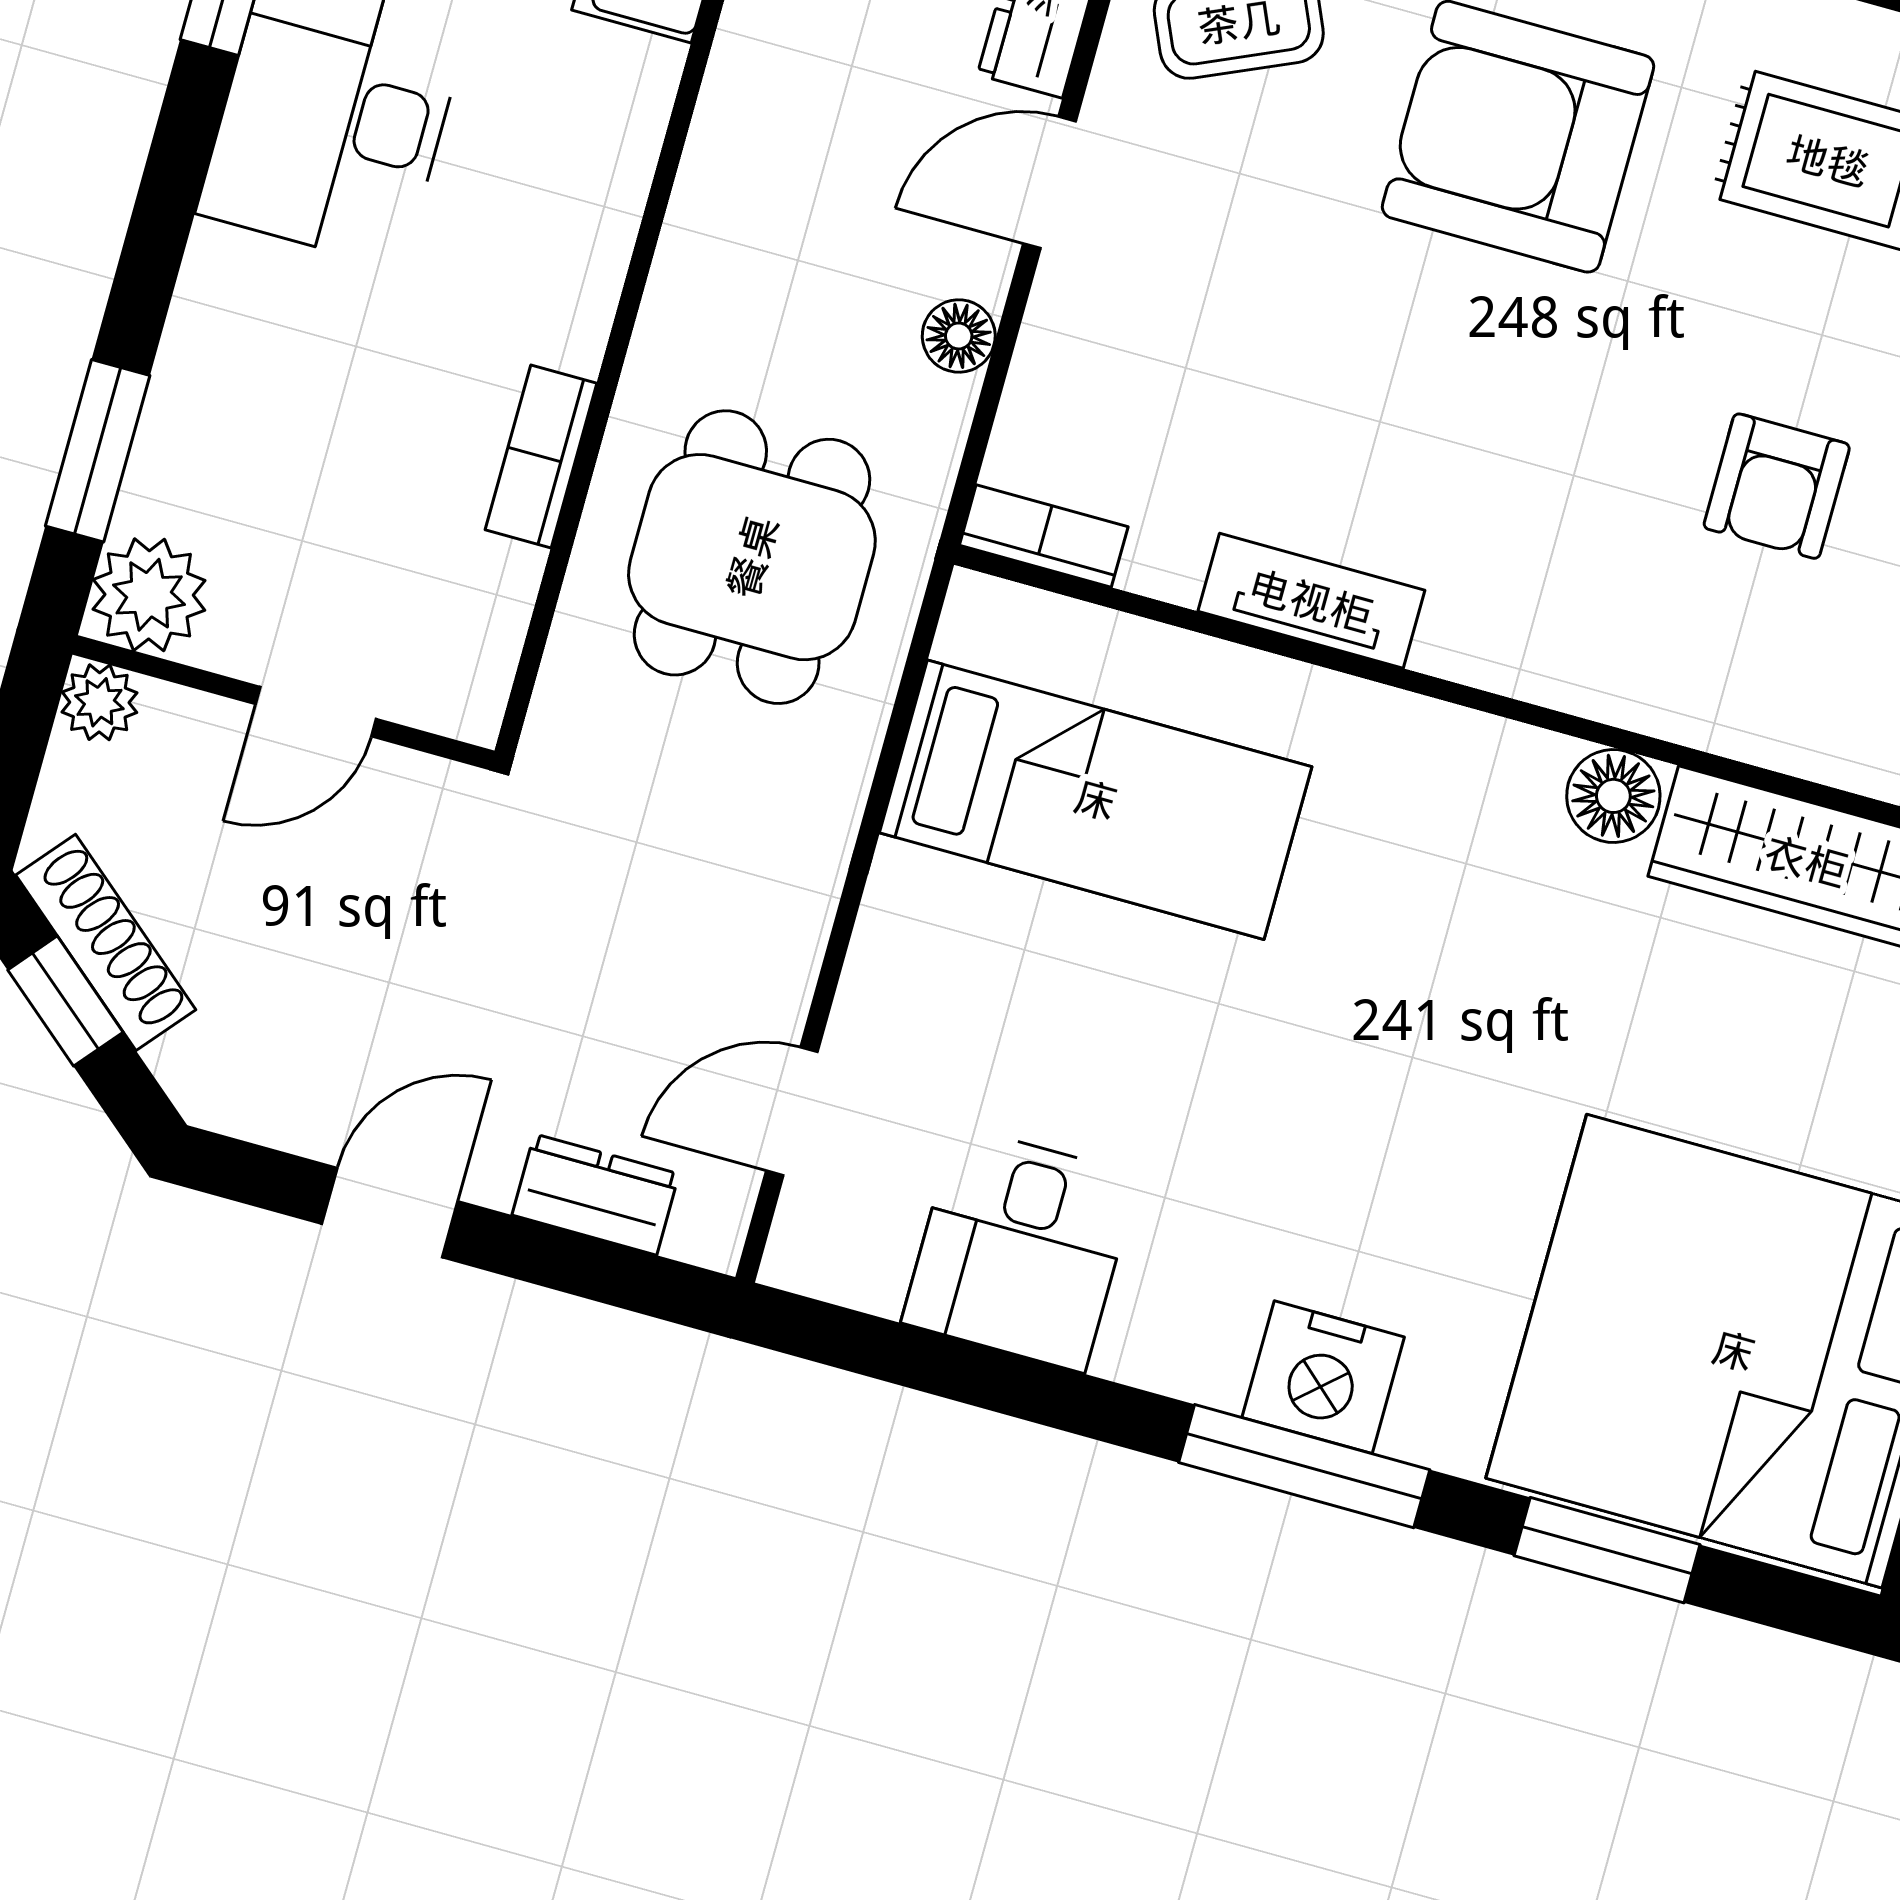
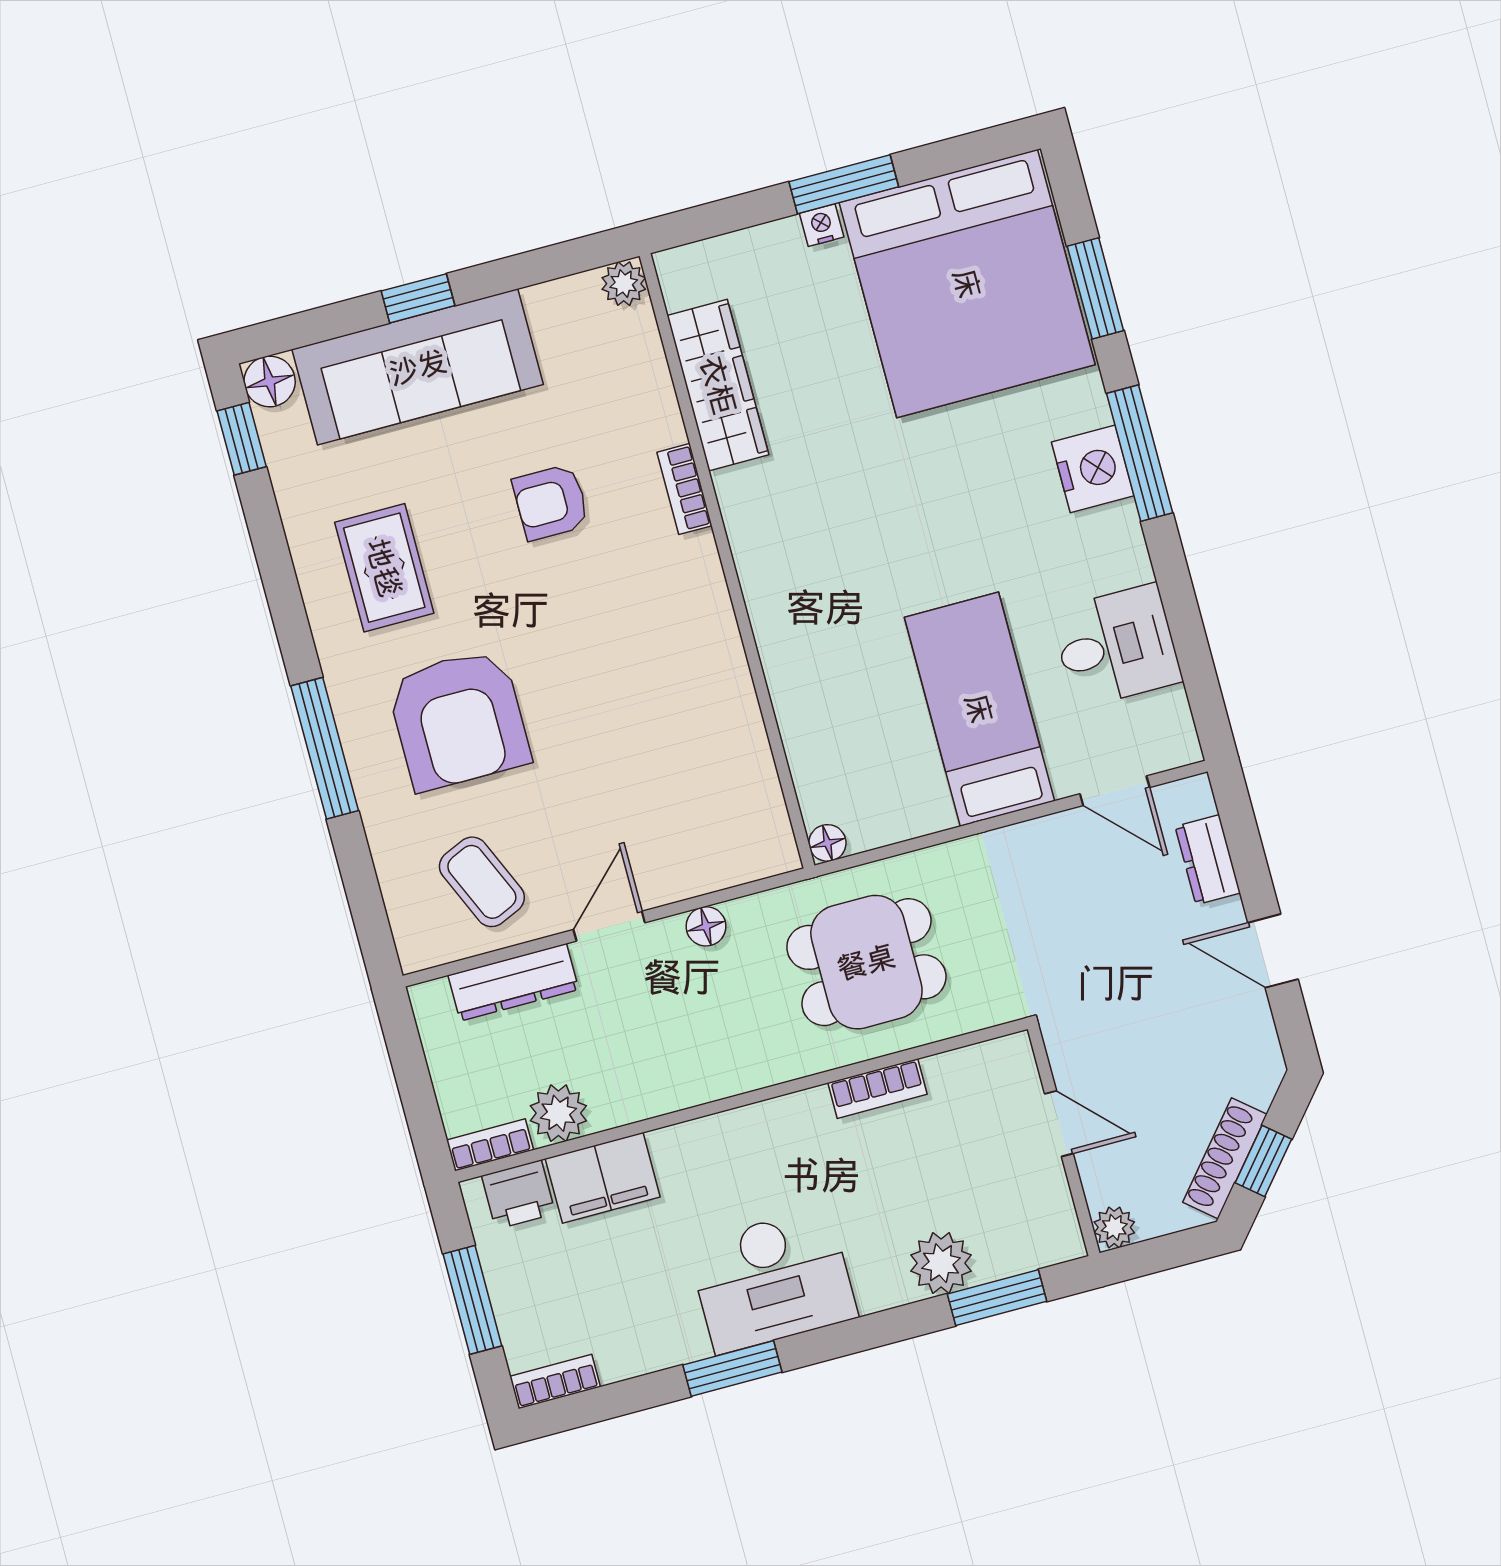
door: (1049, 182) -> (609, 926), swing flipped
armchair: (1777, 486) -> (551, 502), turned 180
bookcase: (1044, 536) -> (684, 489), moved
plant: (149, 595) -> (941, 1263), moved
tv unit: (1311, 601) -> (733, 688), removed
floor lamp: (1613, 796) -> (827, 843), moved, width x0.73, depth x0.73
bed: (1096, 800) -> (979, 709), moved

